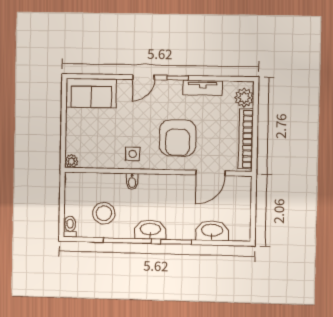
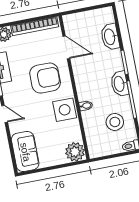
side table: (133, 154) -> (65, 110), width x1.87, depth x1.87
plant: (71, 161) -> (75, 152), width x1.88, depth x1.88

